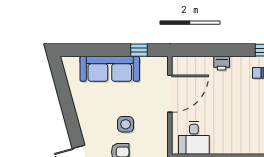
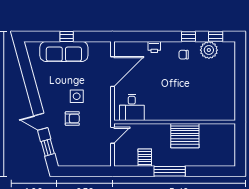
window: (139, 50) -> (67, 36), moved

